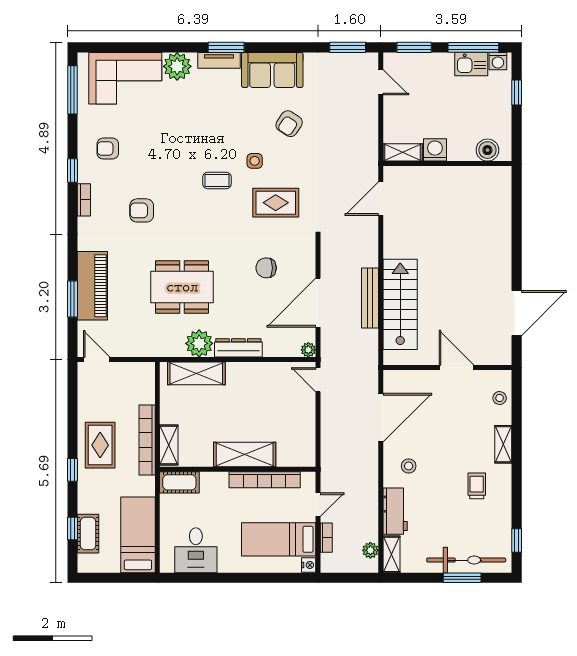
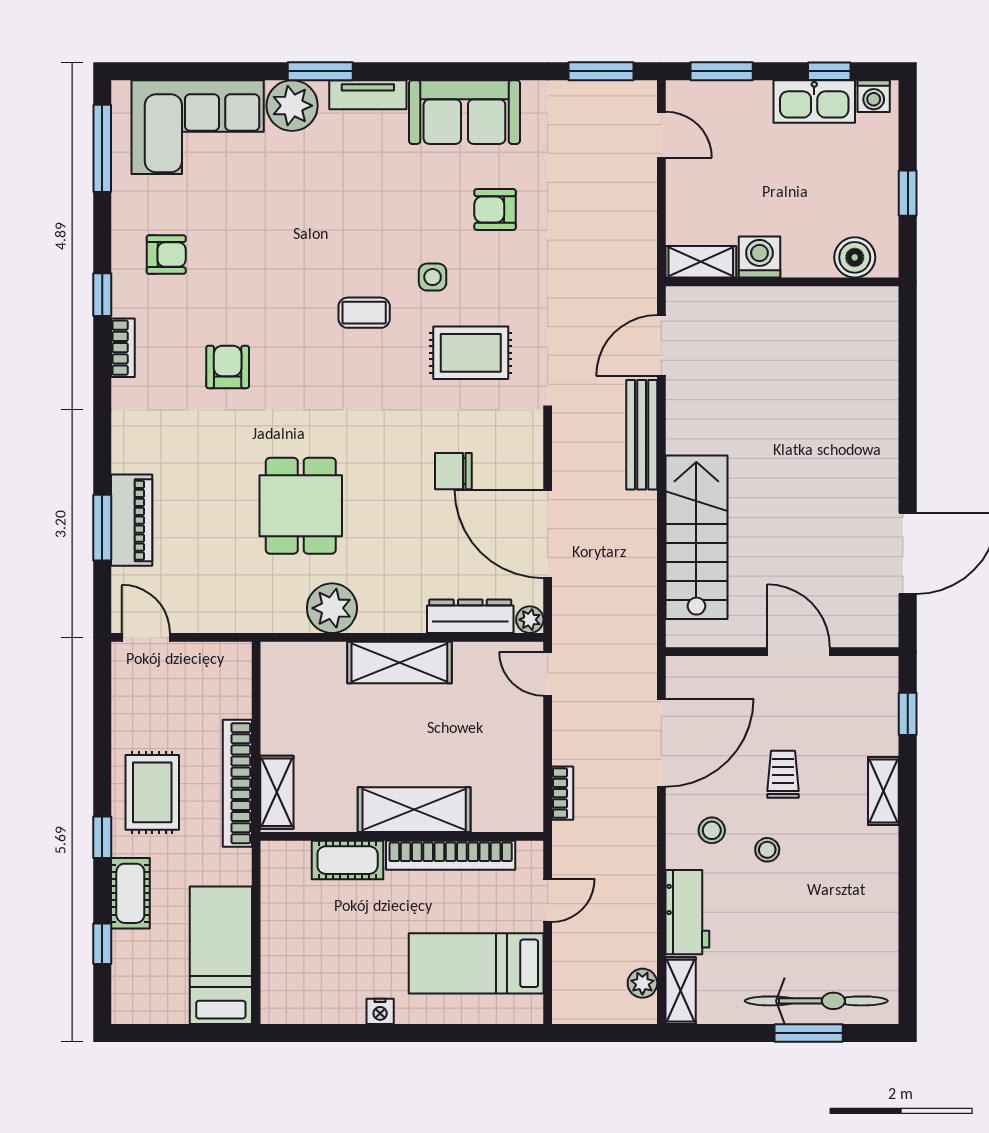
window: (226, 47) -> (320, 71), moved
window: (473, 47) -> (829, 71), width x0.46
kitchen sink: (471, 64) -> (814, 101), width x1.38
window: (517, 92) -> (908, 193), moved
armchair: (289, 124) -> (495, 210), turned 57
armchair: (108, 149) -> (166, 255), turned 180
armchair: (142, 210) -> (228, 367), turned 90
piano: (92, 286) -> (132, 520), width x0.73, depth x0.75
dining table: (182, 287) -> (301, 506), width x0.73
bench: (370, 298) -> (642, 435), moved
door: (318, 303) -> (548, 534), hinge flipped
dresser: (238, 348) -> (470, 616), moved
shelving: (196, 373) -> (399, 662), moved
stool: (500, 398) -> (767, 850), moved
cot: (179, 482) -> (348, 860), moved
trolley: (477, 486) -> (783, 774), moved
cot: (88, 534) -> (130, 893), moved
bookcase: (326, 538) -> (563, 793), moved
window: (517, 541) -> (908, 714), moved
desk: (196, 550) -> (326, 983), removed
nightstand: (309, 565) -> (380, 1011), moved, turned 90

